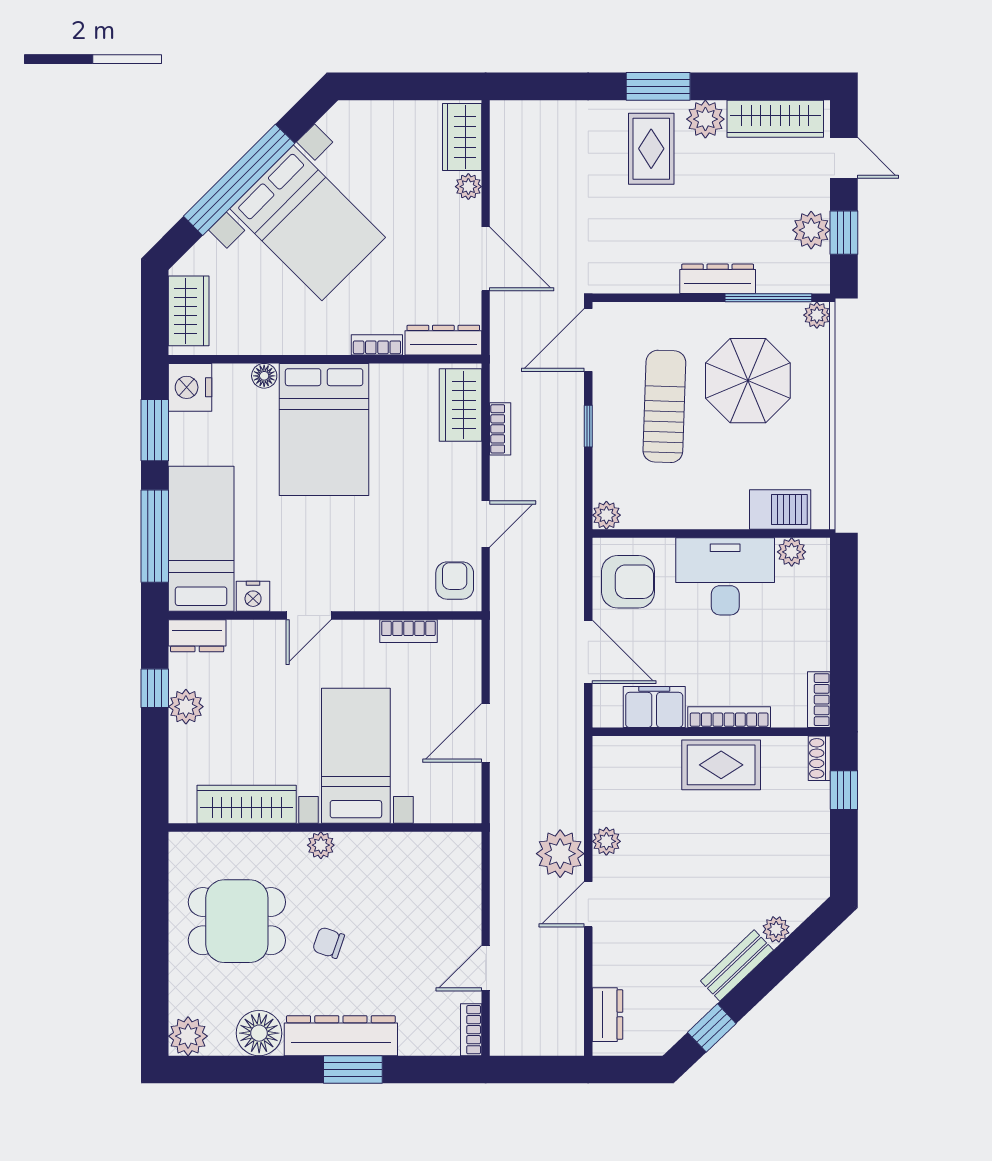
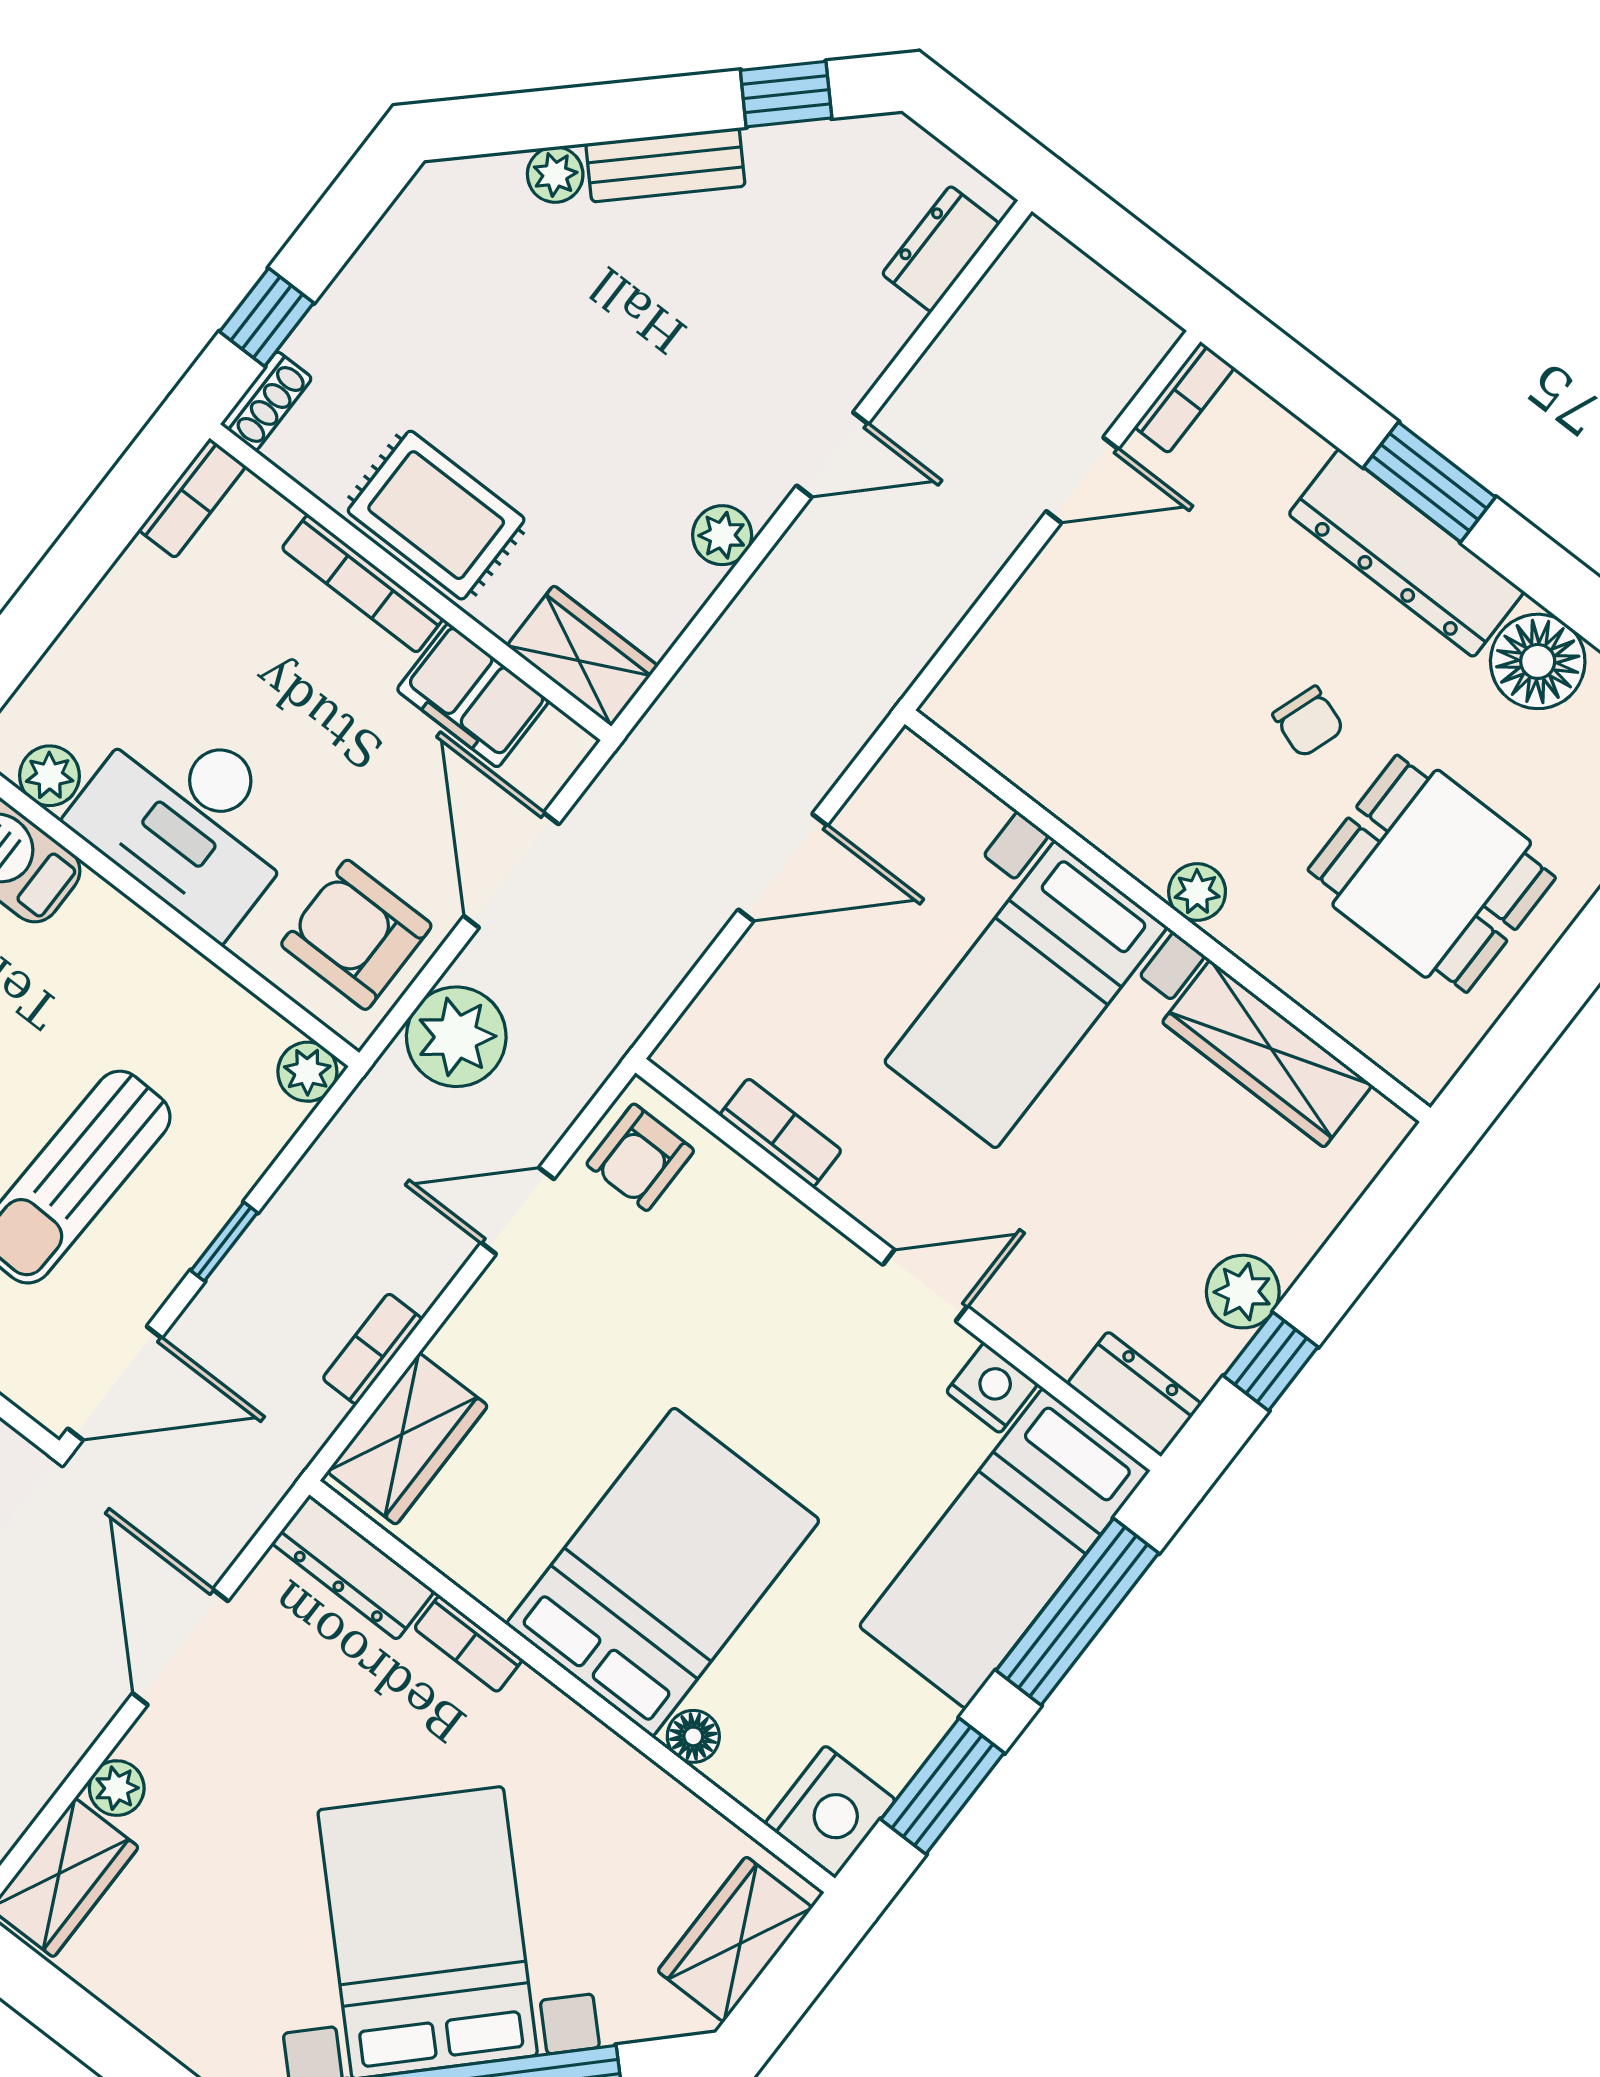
wardrobe: (624, 754) -> (582, 656), added
plant: (560, 854) -> (456, 1037), moved

